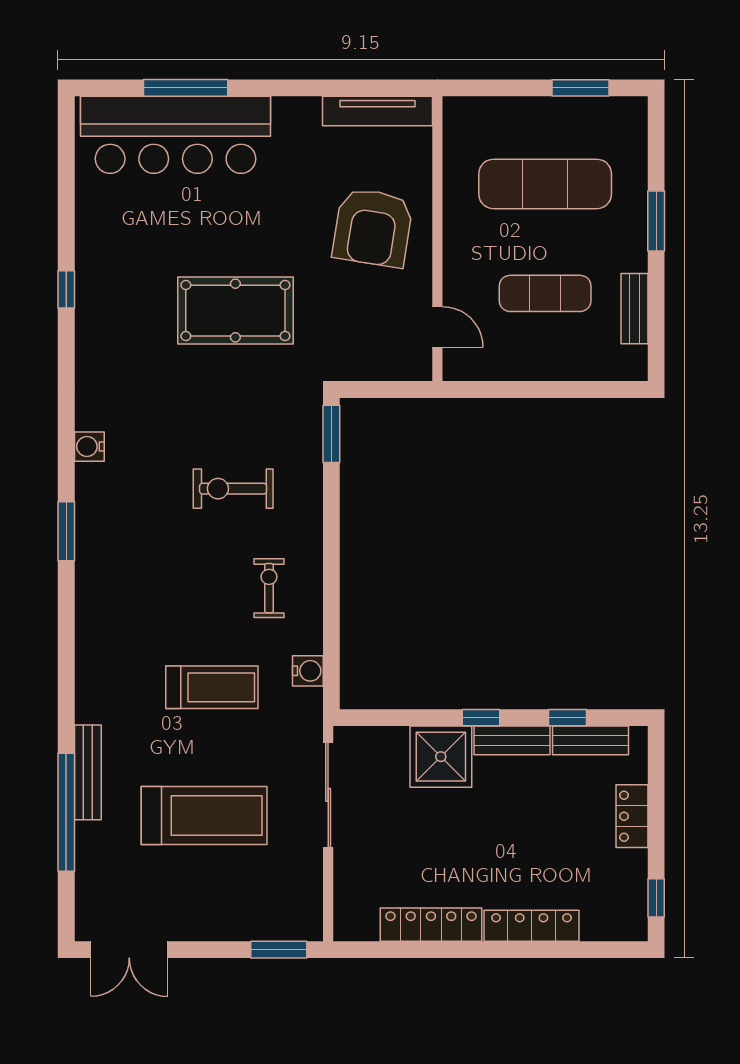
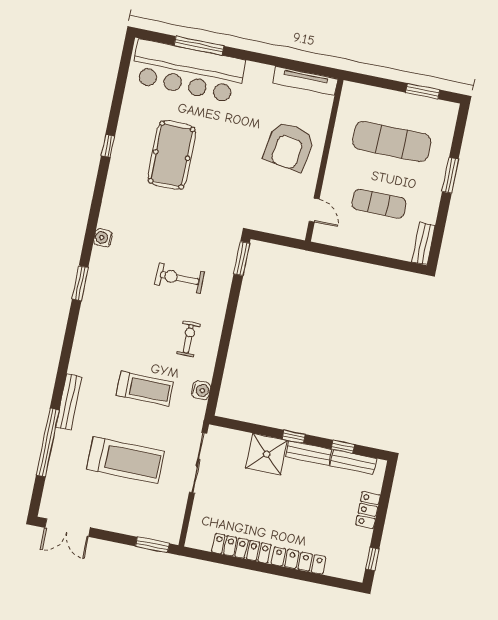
bench: (634, 309) -> (424, 244), moved
pool table: (235, 311) -> (172, 155), moved, turned 90
bench: (88, 772) -> (69, 402), moved

